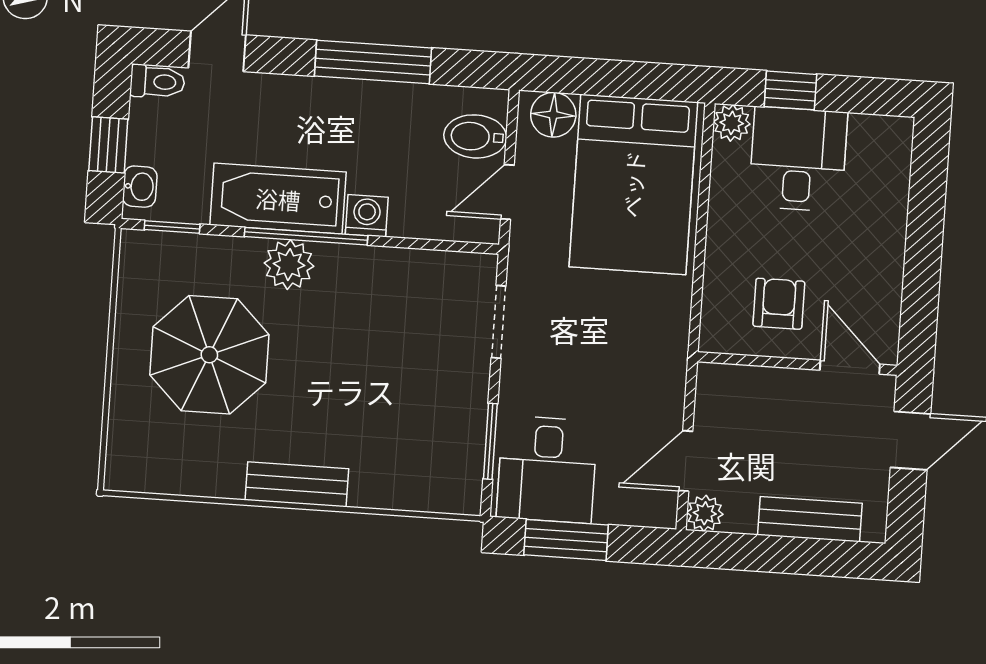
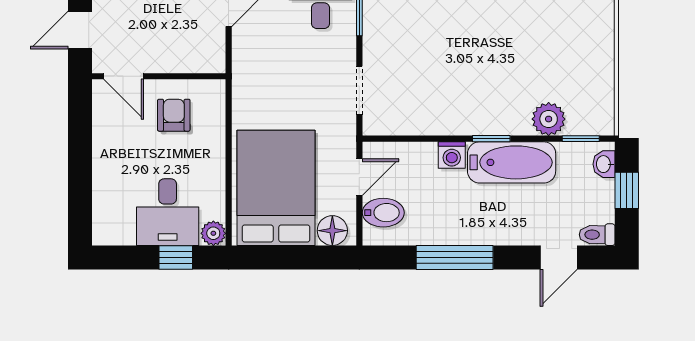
window: (306, 236) -> (491, 139), width x0.46
plant: (289, 265) -> (549, 119), moved
armchair: (779, 304) -> (174, 115), turned 180
parasol: (209, 355) -> (550, 55), removed

